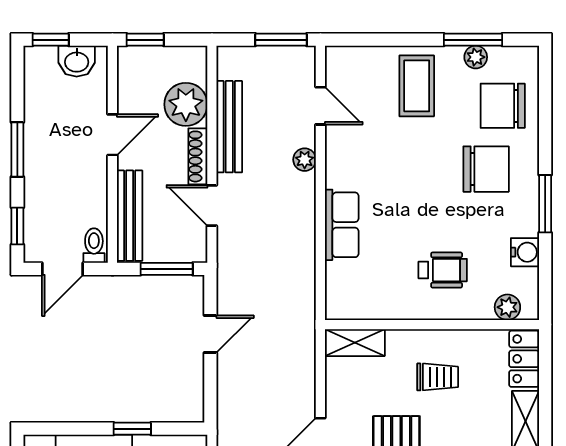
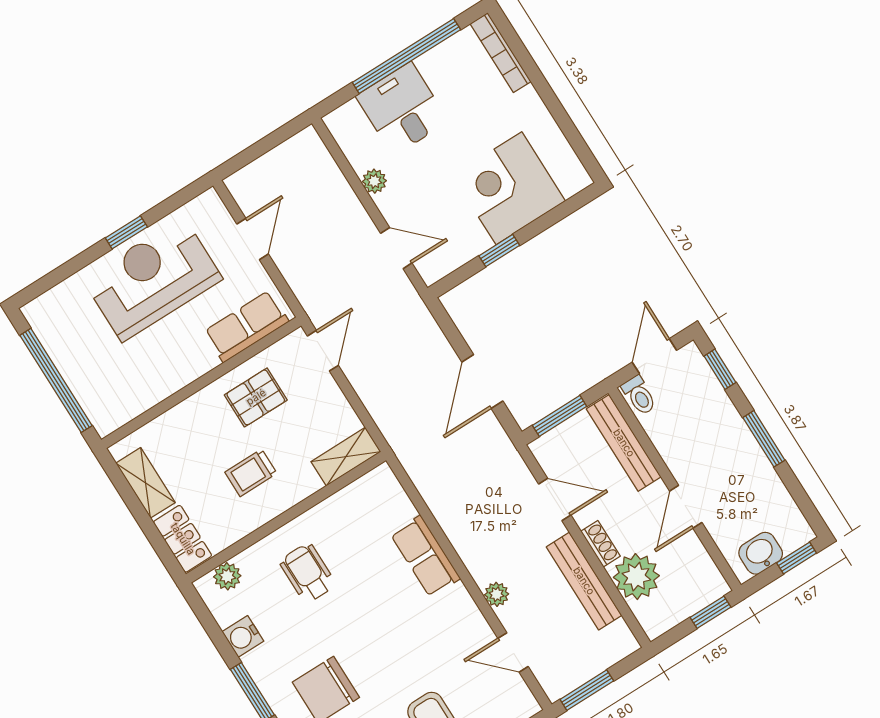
shoe rack: (198, 156) -> (600, 544), width x0.70
wheelchair: (443, 270) -> (308, 573), turned 90
door: (210, 334) -> (482, 381), width x1.37

